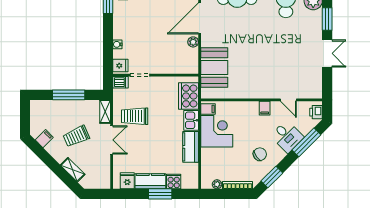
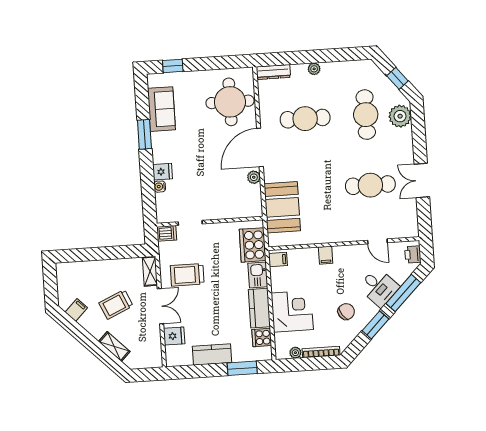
window: (327, 19) -> (419, 138), removed
double door: (327, 53) -> (422, 181), swing flipped
cafe table: (286, 54) -> (370, 185), added
fridge: (120, 66) -> (162, 172), moved
window: (69, 95) -> (103, 253), removed
filing cabinet: (265, 108) -> (326, 255), moved
corner desk: (217, 131) -> (292, 311), moved
window: (272, 177) -> (375, 325), moved
fridge: (127, 181) -> (174, 336), moved, turned 90
cooker: (174, 182) -> (262, 338), moved, turned -90
window: (160, 194) -> (242, 368), moved

